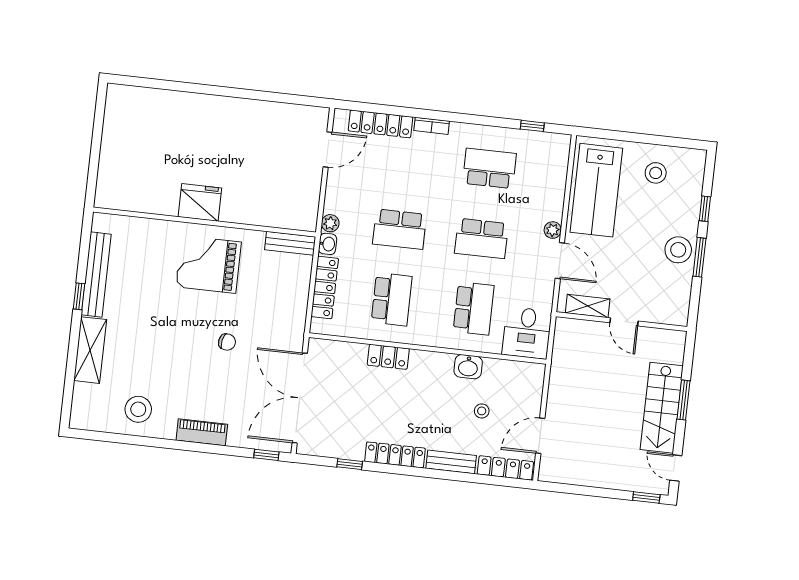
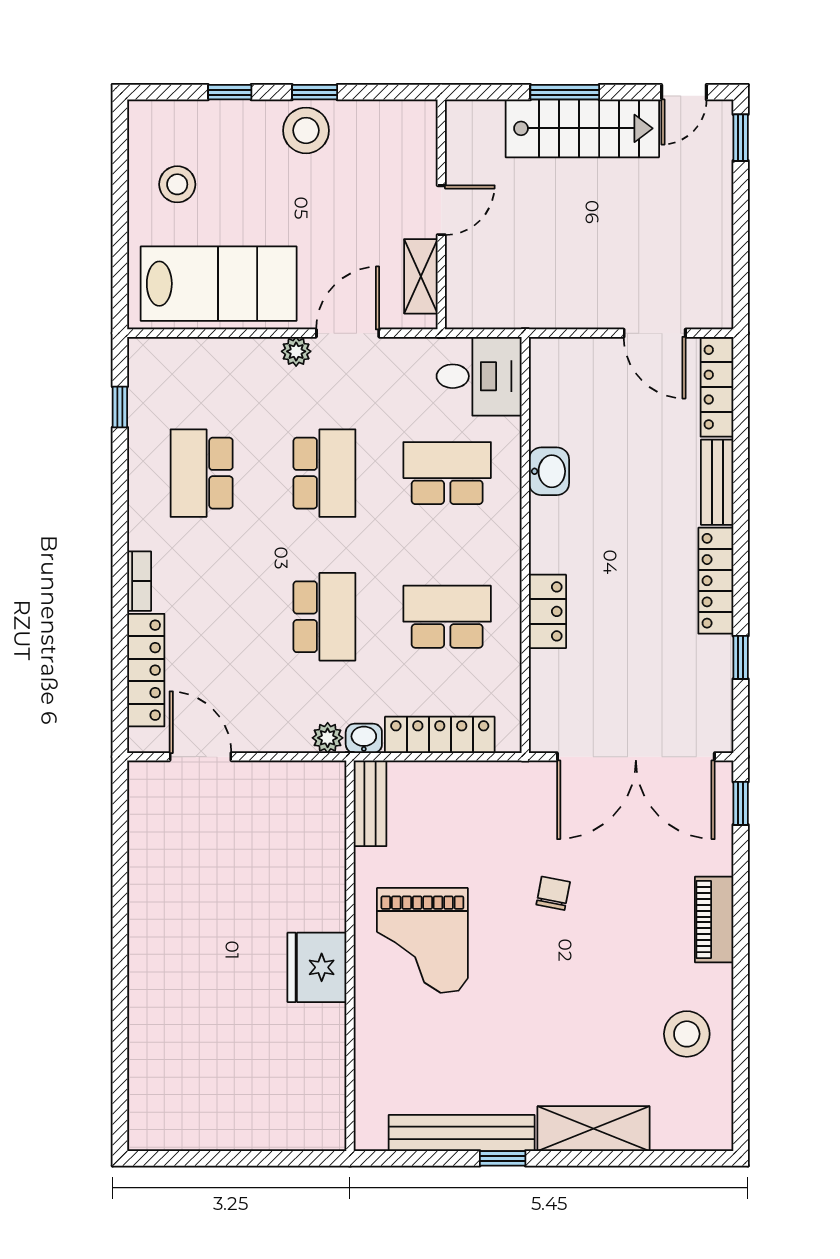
window: (699, 257) -> (315, 92), width x0.67
stool: (482, 411) -> (623, 439), removed

